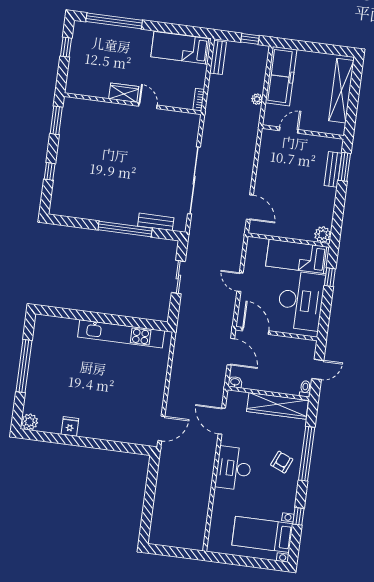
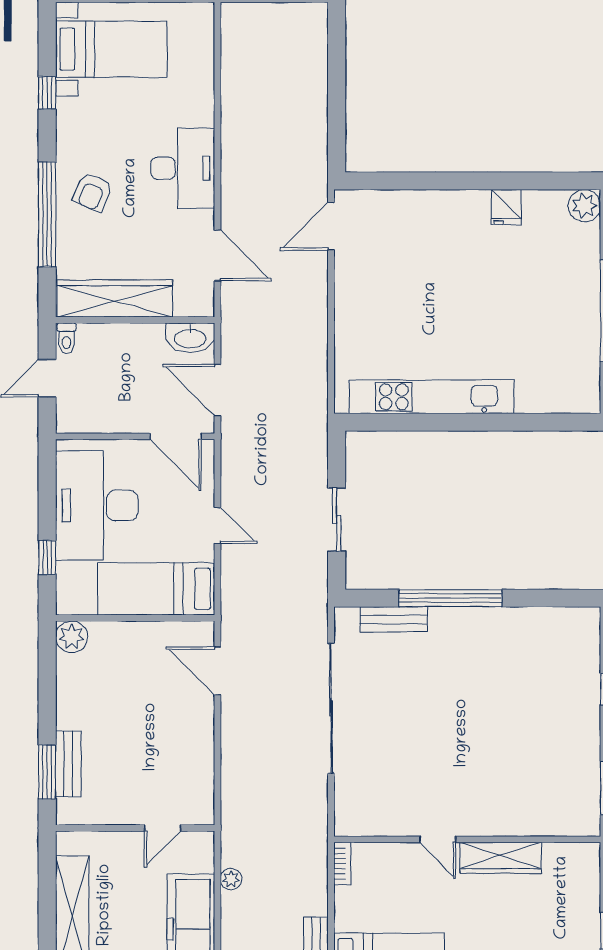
wardrobe: (124, 93) -> (501, 858), width x1.50
bed: (298, 256) -> (156, 589), moved, turned 180
washbasin: (235, 382) -> (190, 338), width x1.91, depth x1.45

